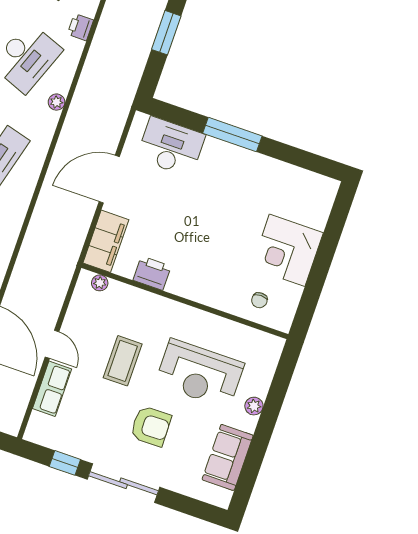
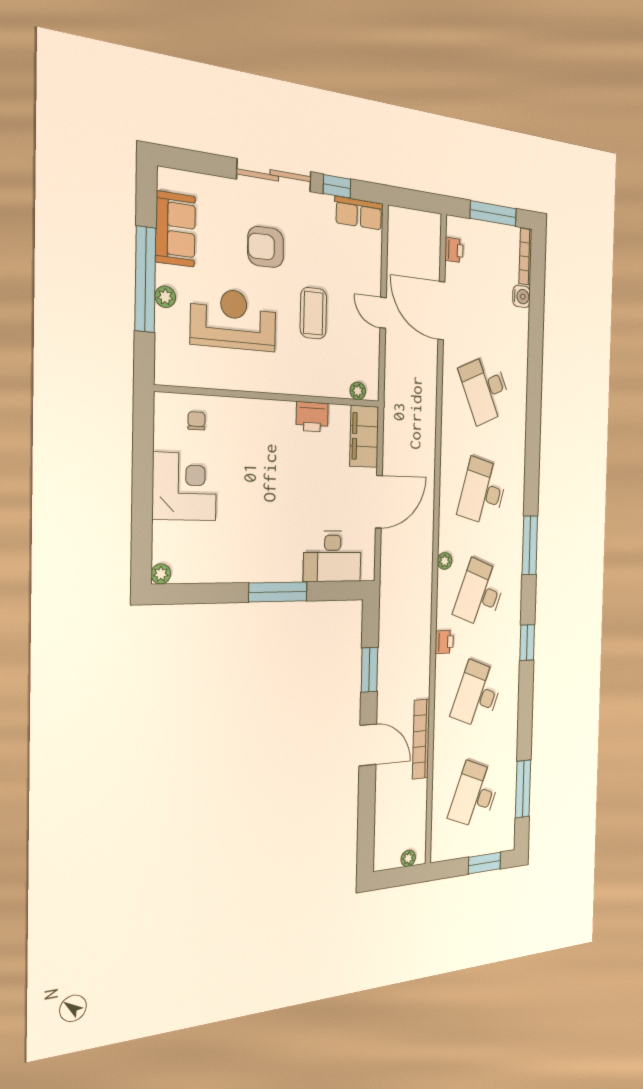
plant: (330, 187) -> (161, 574), added
row of seats: (52, 389) -> (359, 213), moved, turned -90
window: (266, 424) -> (145, 279), added

